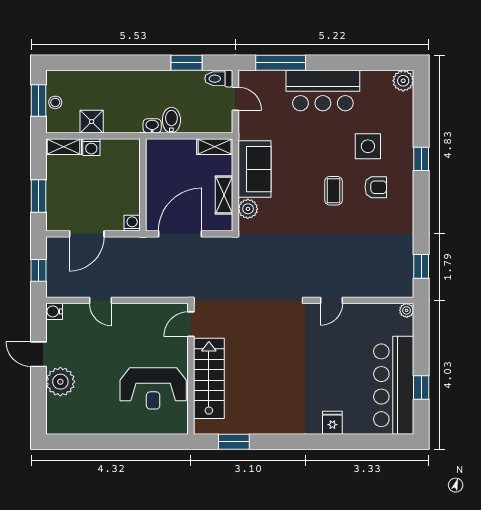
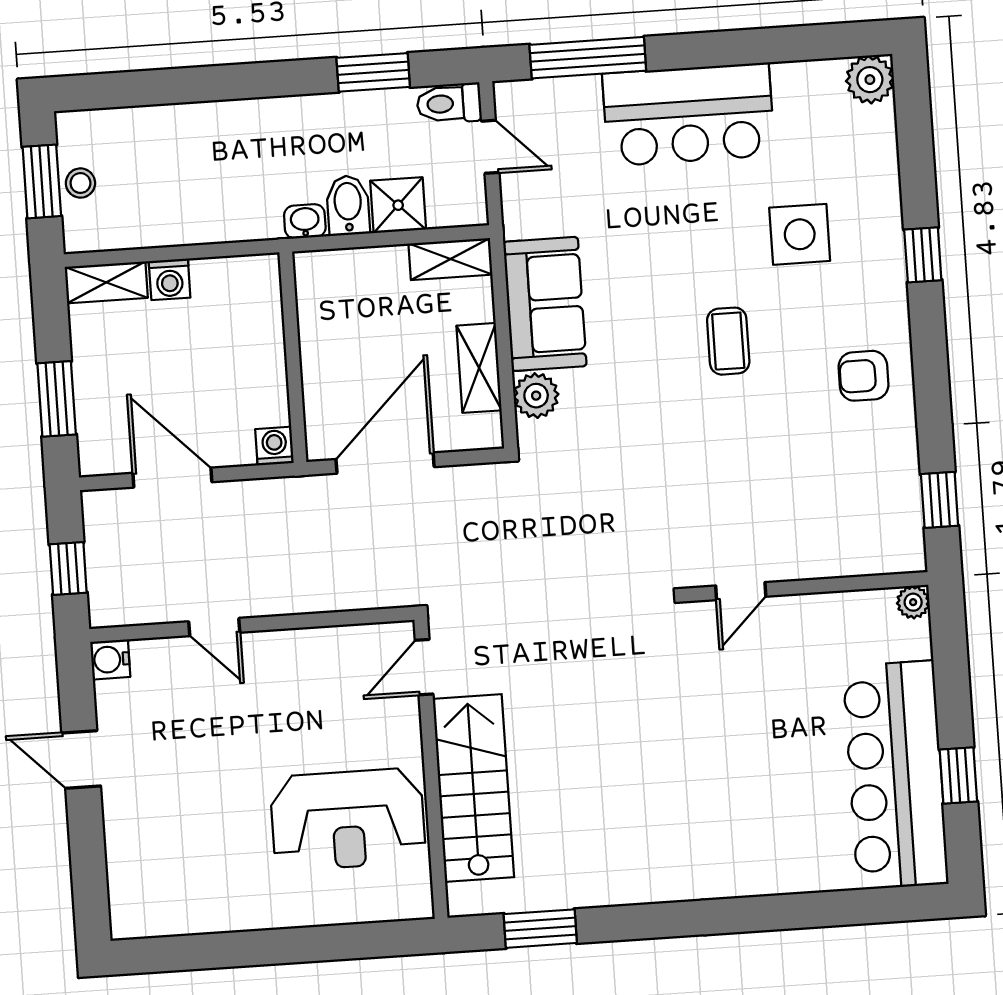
shower: (92, 122) -> (398, 205), moved
armchair: (376, 187) -> (863, 376), moved, turned 180
door: (87, 234) -> (172, 478), swing flipped
plant: (60, 382) -> (135, 819), removed
fridge: (332, 423) -> (762, 870), removed

